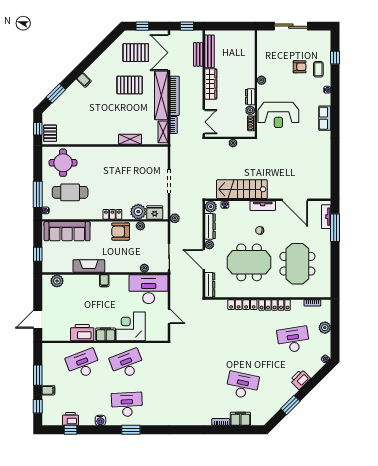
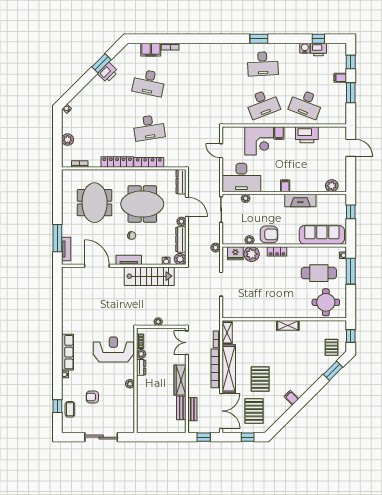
bench: (209, 51) -> (181, 408), width x0.73
pallet: (136, 53) -> (254, 411), turned 90
coffee table: (318, 69) -> (70, 409), moved
filing cabinet: (84, 80) -> (291, 398), moved
pallet: (130, 85) -> (260, 379), turned 90
row of seats: (325, 118) -> (67, 352), width x1.48
pallet: (50, 133) -> (332, 347), moved
shelving: (130, 139) -> (288, 325), moved
door: (38, 319) -> (351, 148), hinge flipped
filing cabinet: (106, 334) -> (279, 133), width x0.50
desk: (293, 340) -> (149, 128), moved
desk: (83, 364) -> (306, 104), turned 42
printer: (300, 379) -> (108, 73), moved
water cooler: (100, 420) -> (305, 48), moved

